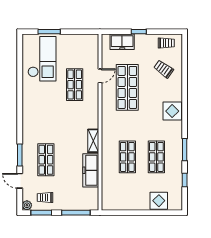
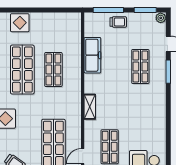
shelving: (93, 141) -> (90, 107), moved
shop shelf: (156, 157) -> (22, 70), width x1.43, depth x1.36
trolley: (45, 197) -> (118, 22), moved

